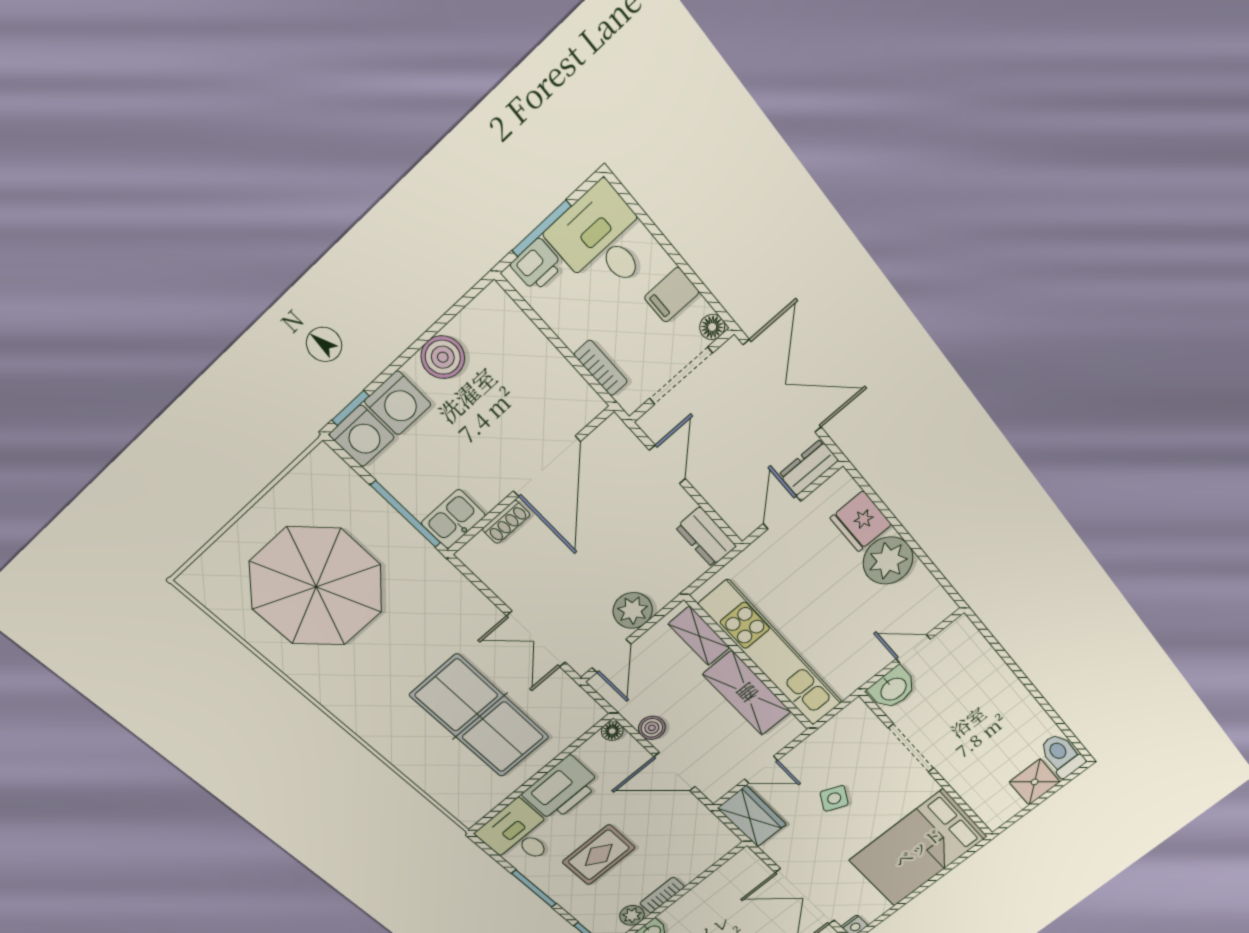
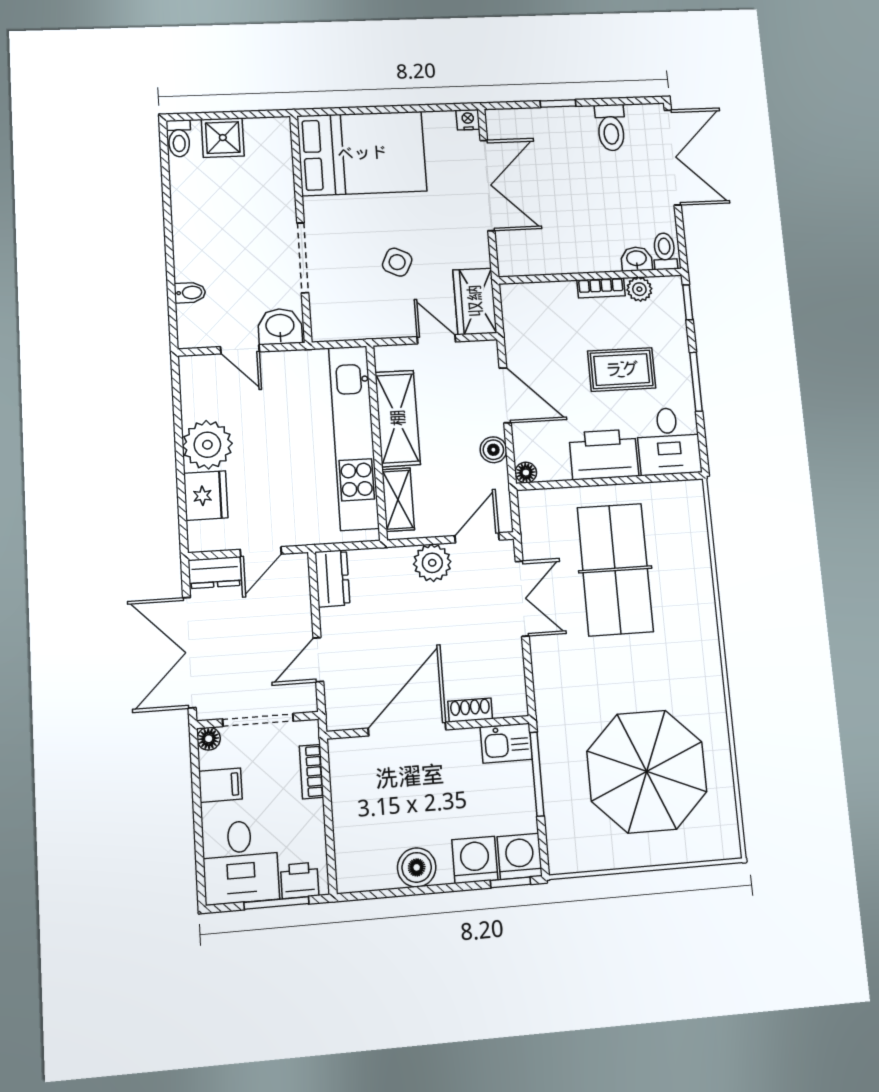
bidet: (983, 659) -> (190, 293), added
toilet: (1062, 755) -> (179, 138), width x0.73, depth x0.72

